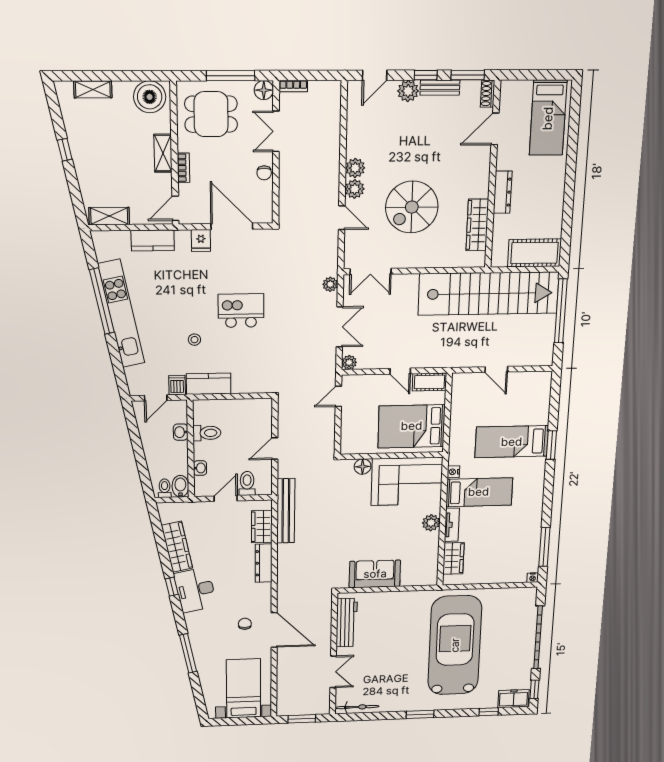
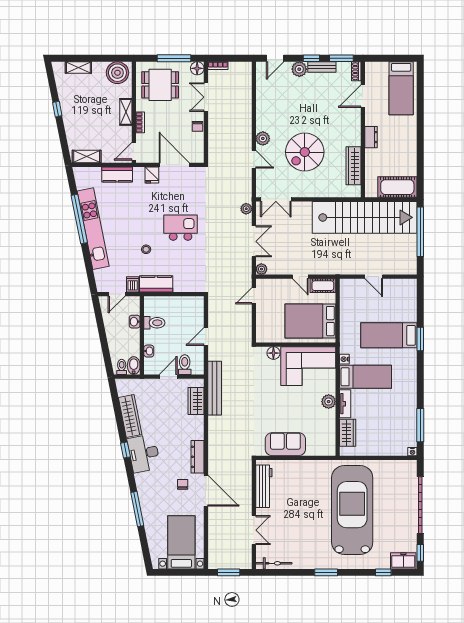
plant: (355, 168) -> (263, 123), removed
dresser: (503, 192) -> (371, 137), width x0.70
dresser: (264, 563) -> (197, 457), moved

